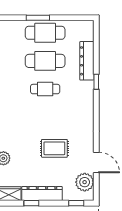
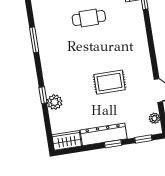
plant: (85, 182) -> (154, 118), width x0.53, depth x0.53
window: (31, 203) -> (113, 144), moved

